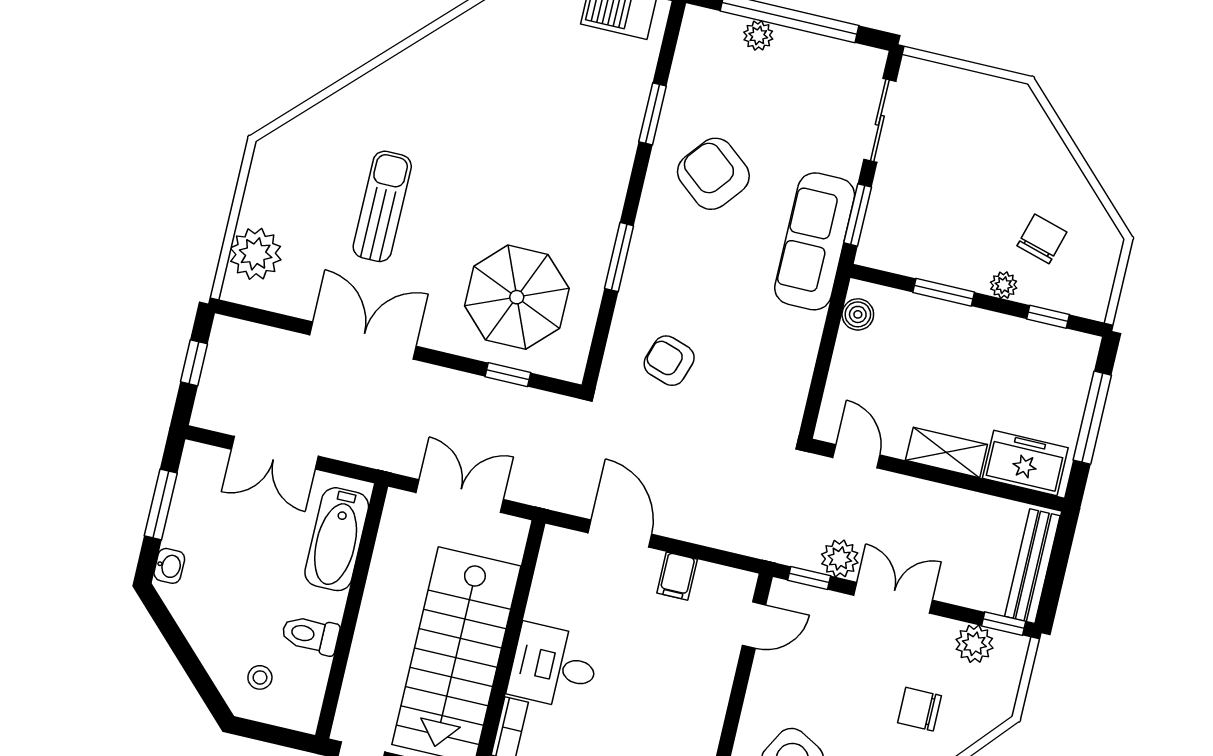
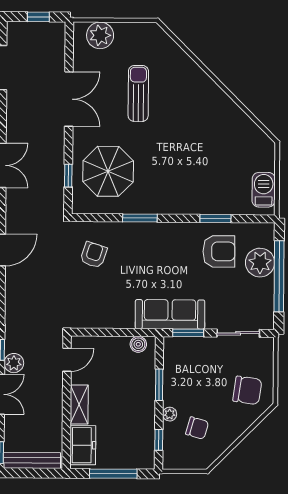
plant: (758, 36) -> (260, 263), width x1.87, depth x1.87
chair: (992, 127) -> (247, 390), added
armchair: (713, 174) -> (219, 251), moved, turned 51
sun lounger: (382, 206) -> (138, 93), turned -90

